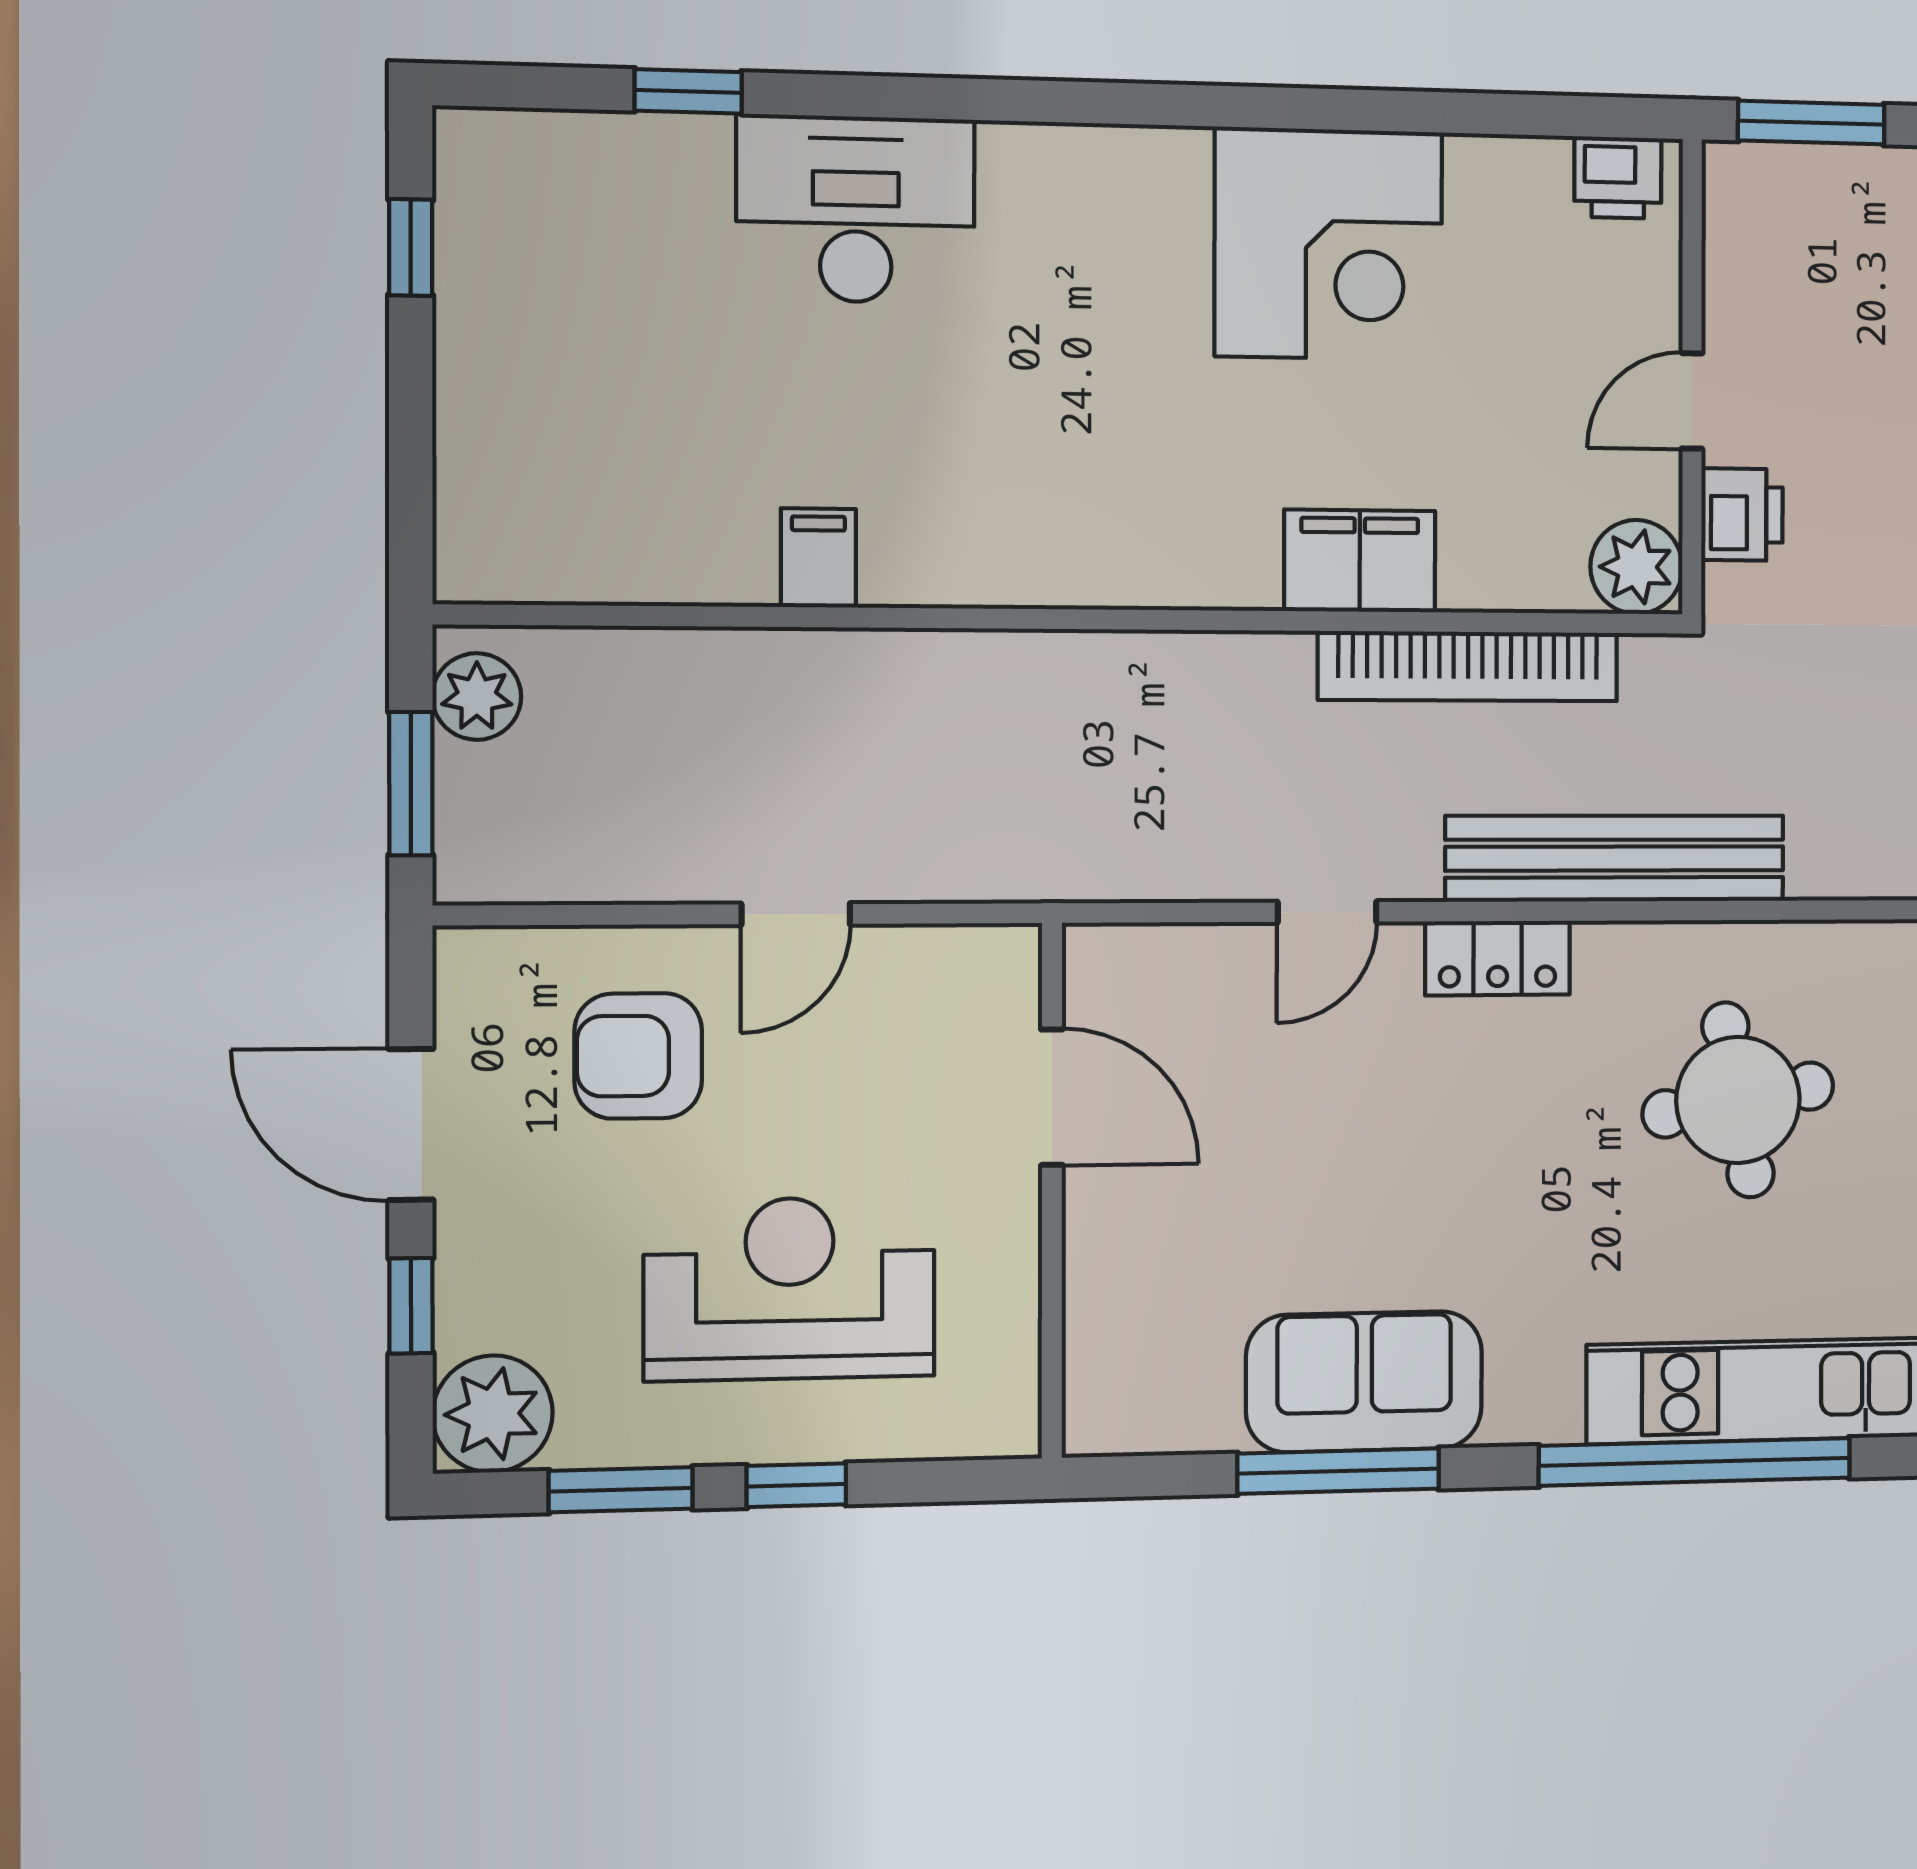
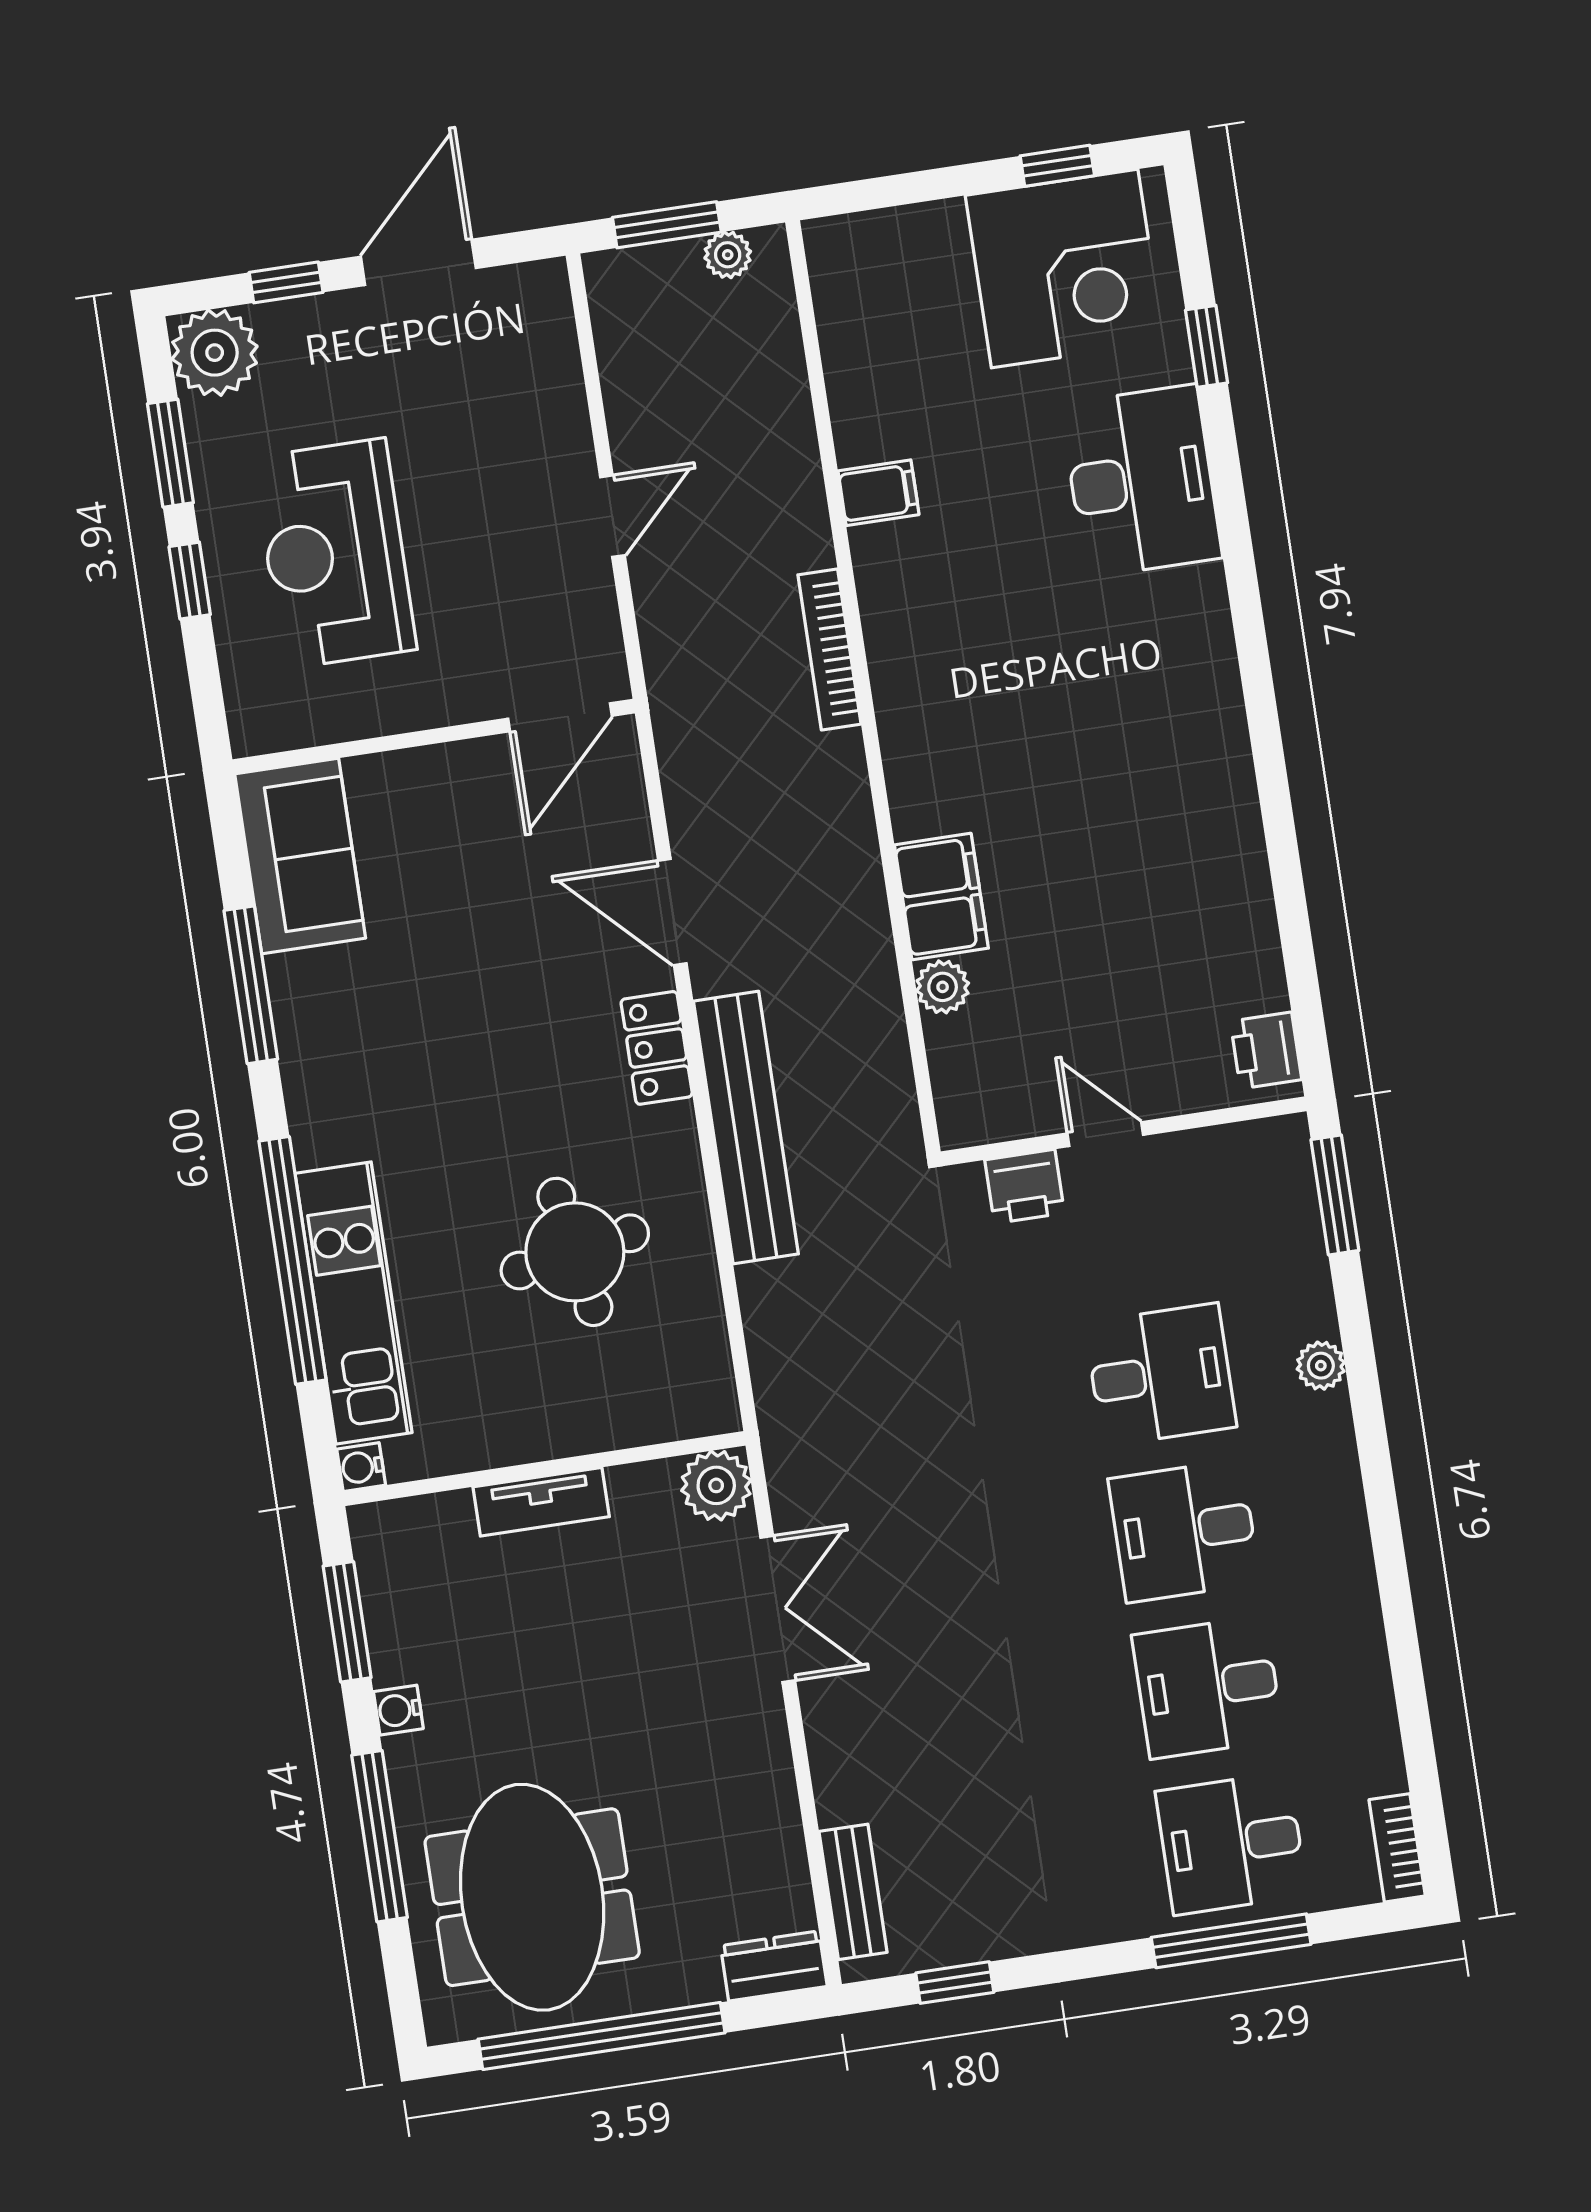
corner desk: (1329, 244) -> (1065, 269), moved, turned -90
plant: (1636, 567) -> (943, 987), moved, width x0.73, depth x0.73
bookcase: (1468, 666) -> (829, 649), moved, width x0.68, depth x0.76
plant: (477, 697) -> (728, 255), width x0.73, depth x0.73
door: (1327, 912) -> (672, 912), width x1.37
door: (796, 914) -> (612, 516), swing flipped
armchair: (638, 1056) -> (491, 418), removed
door: (1052, 1097) -> (560, 717), moved
reception desk: (790, 1288) -> (335, 554), turned 180
sofa: (1364, 1382) -> (300, 856), moved

